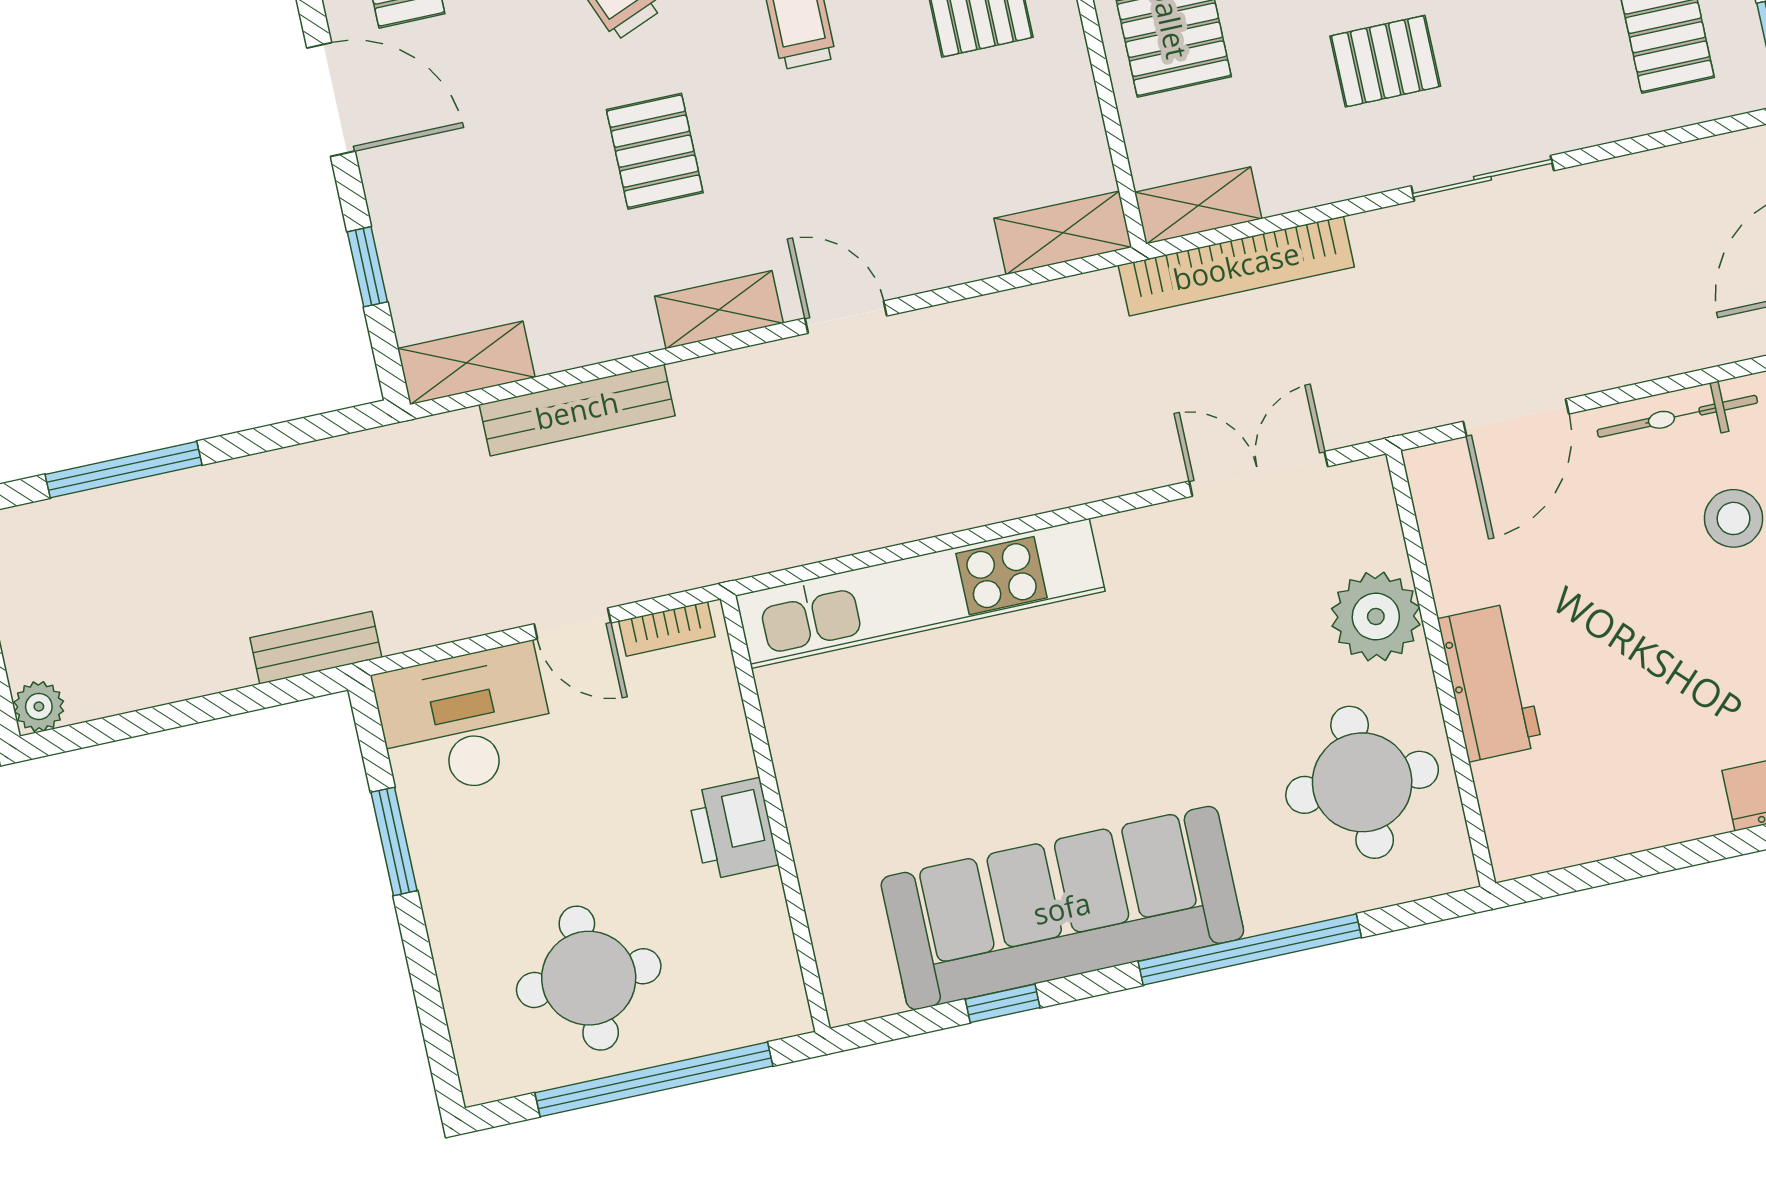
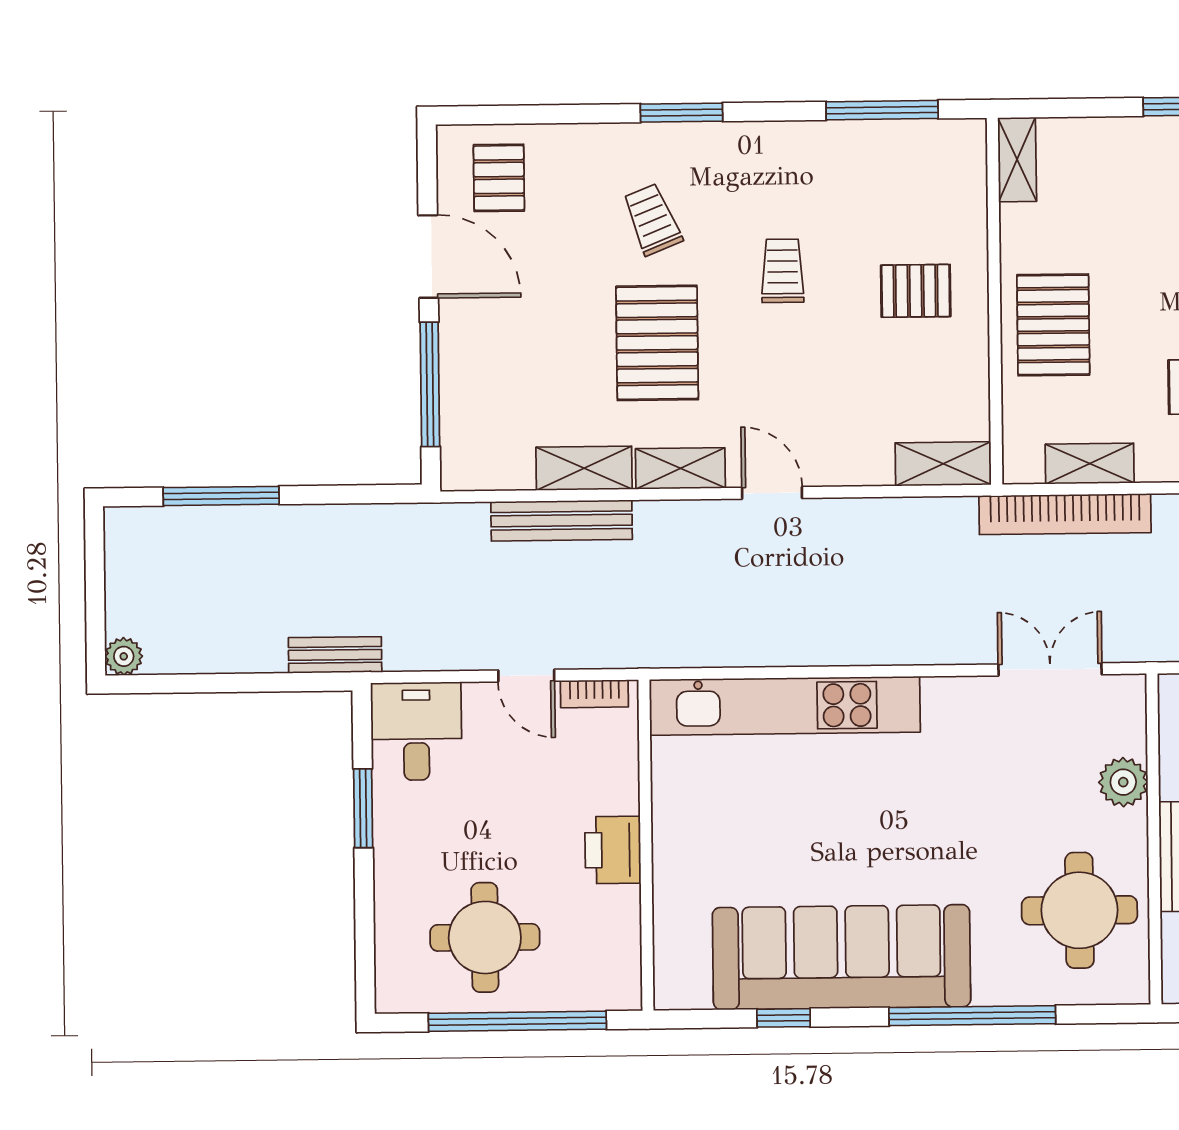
pallet: (655, 151) -> (657, 343), width x1.50, depth x1.42
shelving: (1198, 206) -> (1090, 464), moved
window: (367, 267) -> (430, 384), width x2.17
shelving: (466, 363) -> (584, 468), moved
plant: (1376, 617) -> (1123, 782), width x0.73, depth x0.73
desk: (465, 721) -> (416, 731), width x0.73

